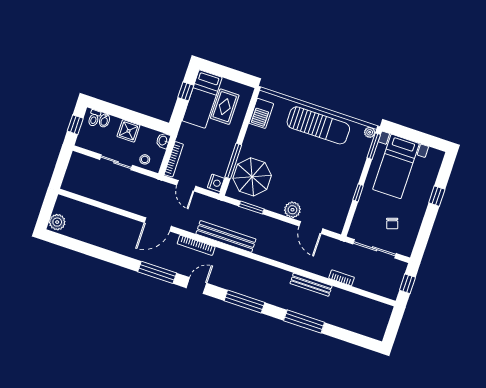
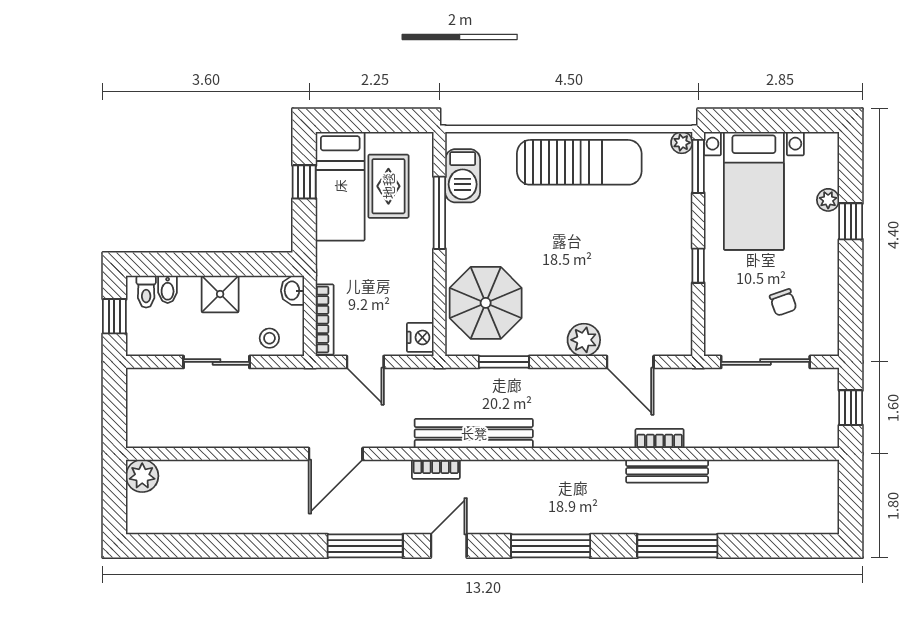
window: (233, 161) -> (439, 213), moved
plant: (430, 182) -> (828, 200), added
plant: (57, 222) -> (142, 476), moved
bookcase: (196, 245) -> (436, 469), width x0.64
bookcase: (342, 278) -> (660, 439), moved

